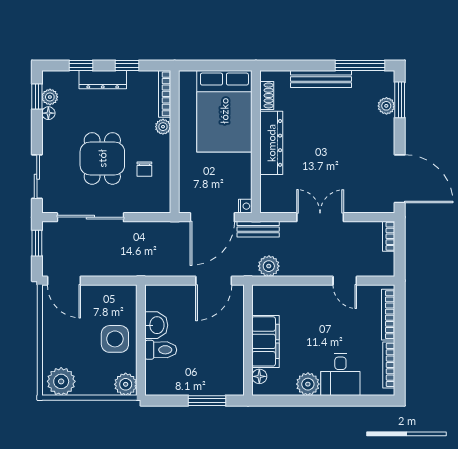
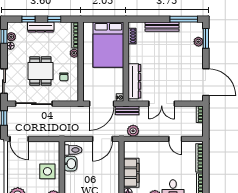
dresser: (271, 143) -> (134, 81), moved
double door: (320, 217) -> (162, 104), swing flipped
toilet: (161, 350) -> (73, 150), moved

